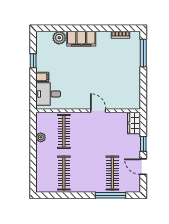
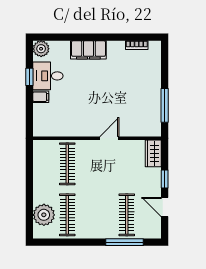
plant: (59, 38) -> (41, 49), moved
window: (143, 53) -> (165, 105), moved
desk: (48, 94) -> (48, 76), moved
door: (98, 111) -> (109, 138), hinge flipped
plant: (41, 137) -> (44, 215), moved, width x1.88, depth x1.88

